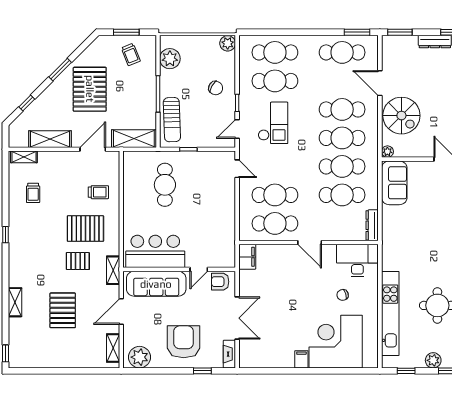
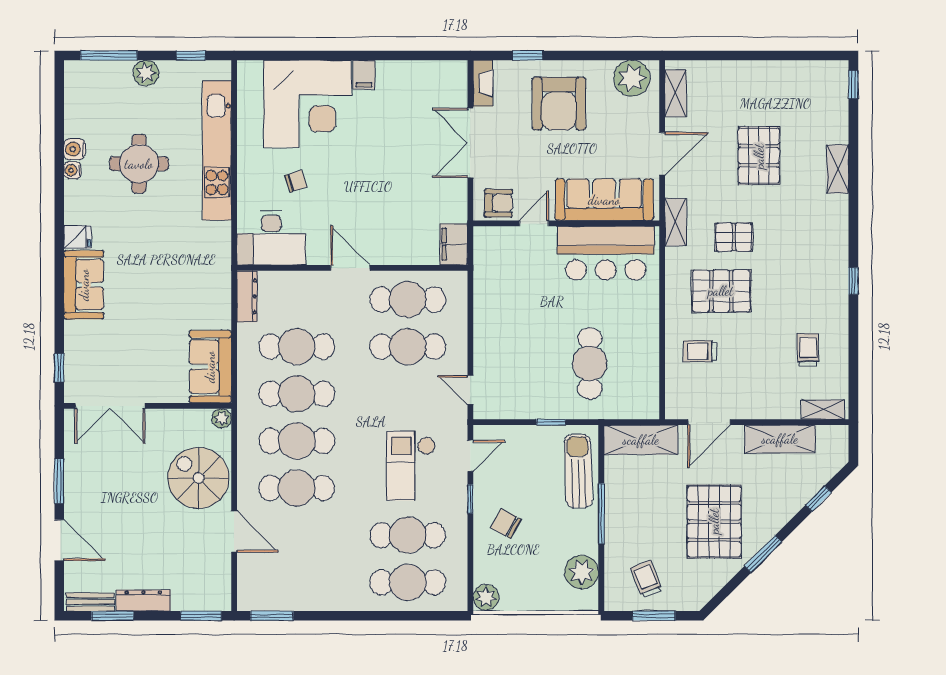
cafe table: (342, 52) -> (297, 582), removed

